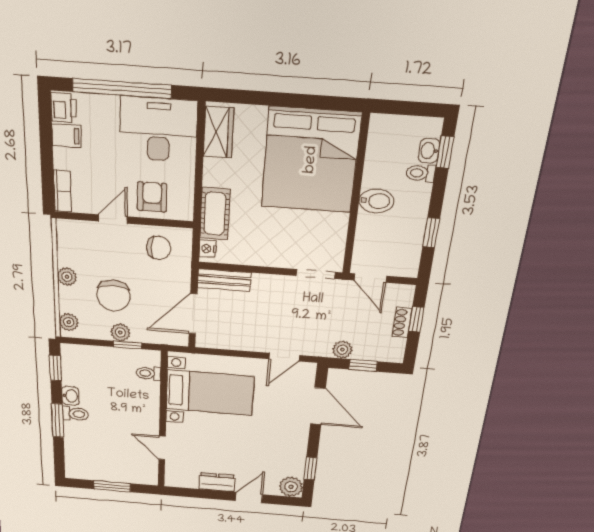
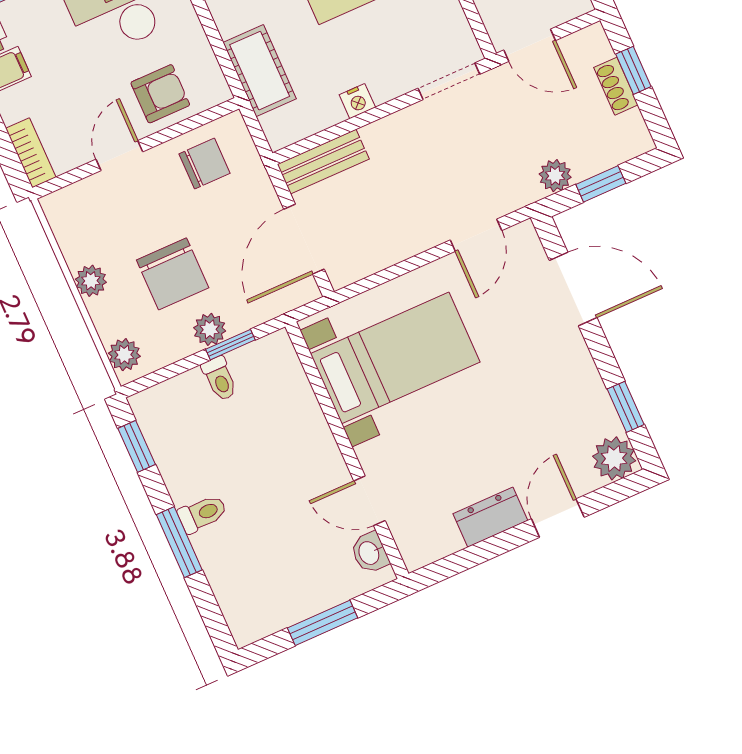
armchair: (152, 197) -> (160, 94), turned 90
nightstand: (208, 249) -> (357, 101), moved, turned -90
toilet: (149, 373) -> (220, 379), moved, turned -90
washbasin: (70, 396) -> (370, 553), moved, turned 180

